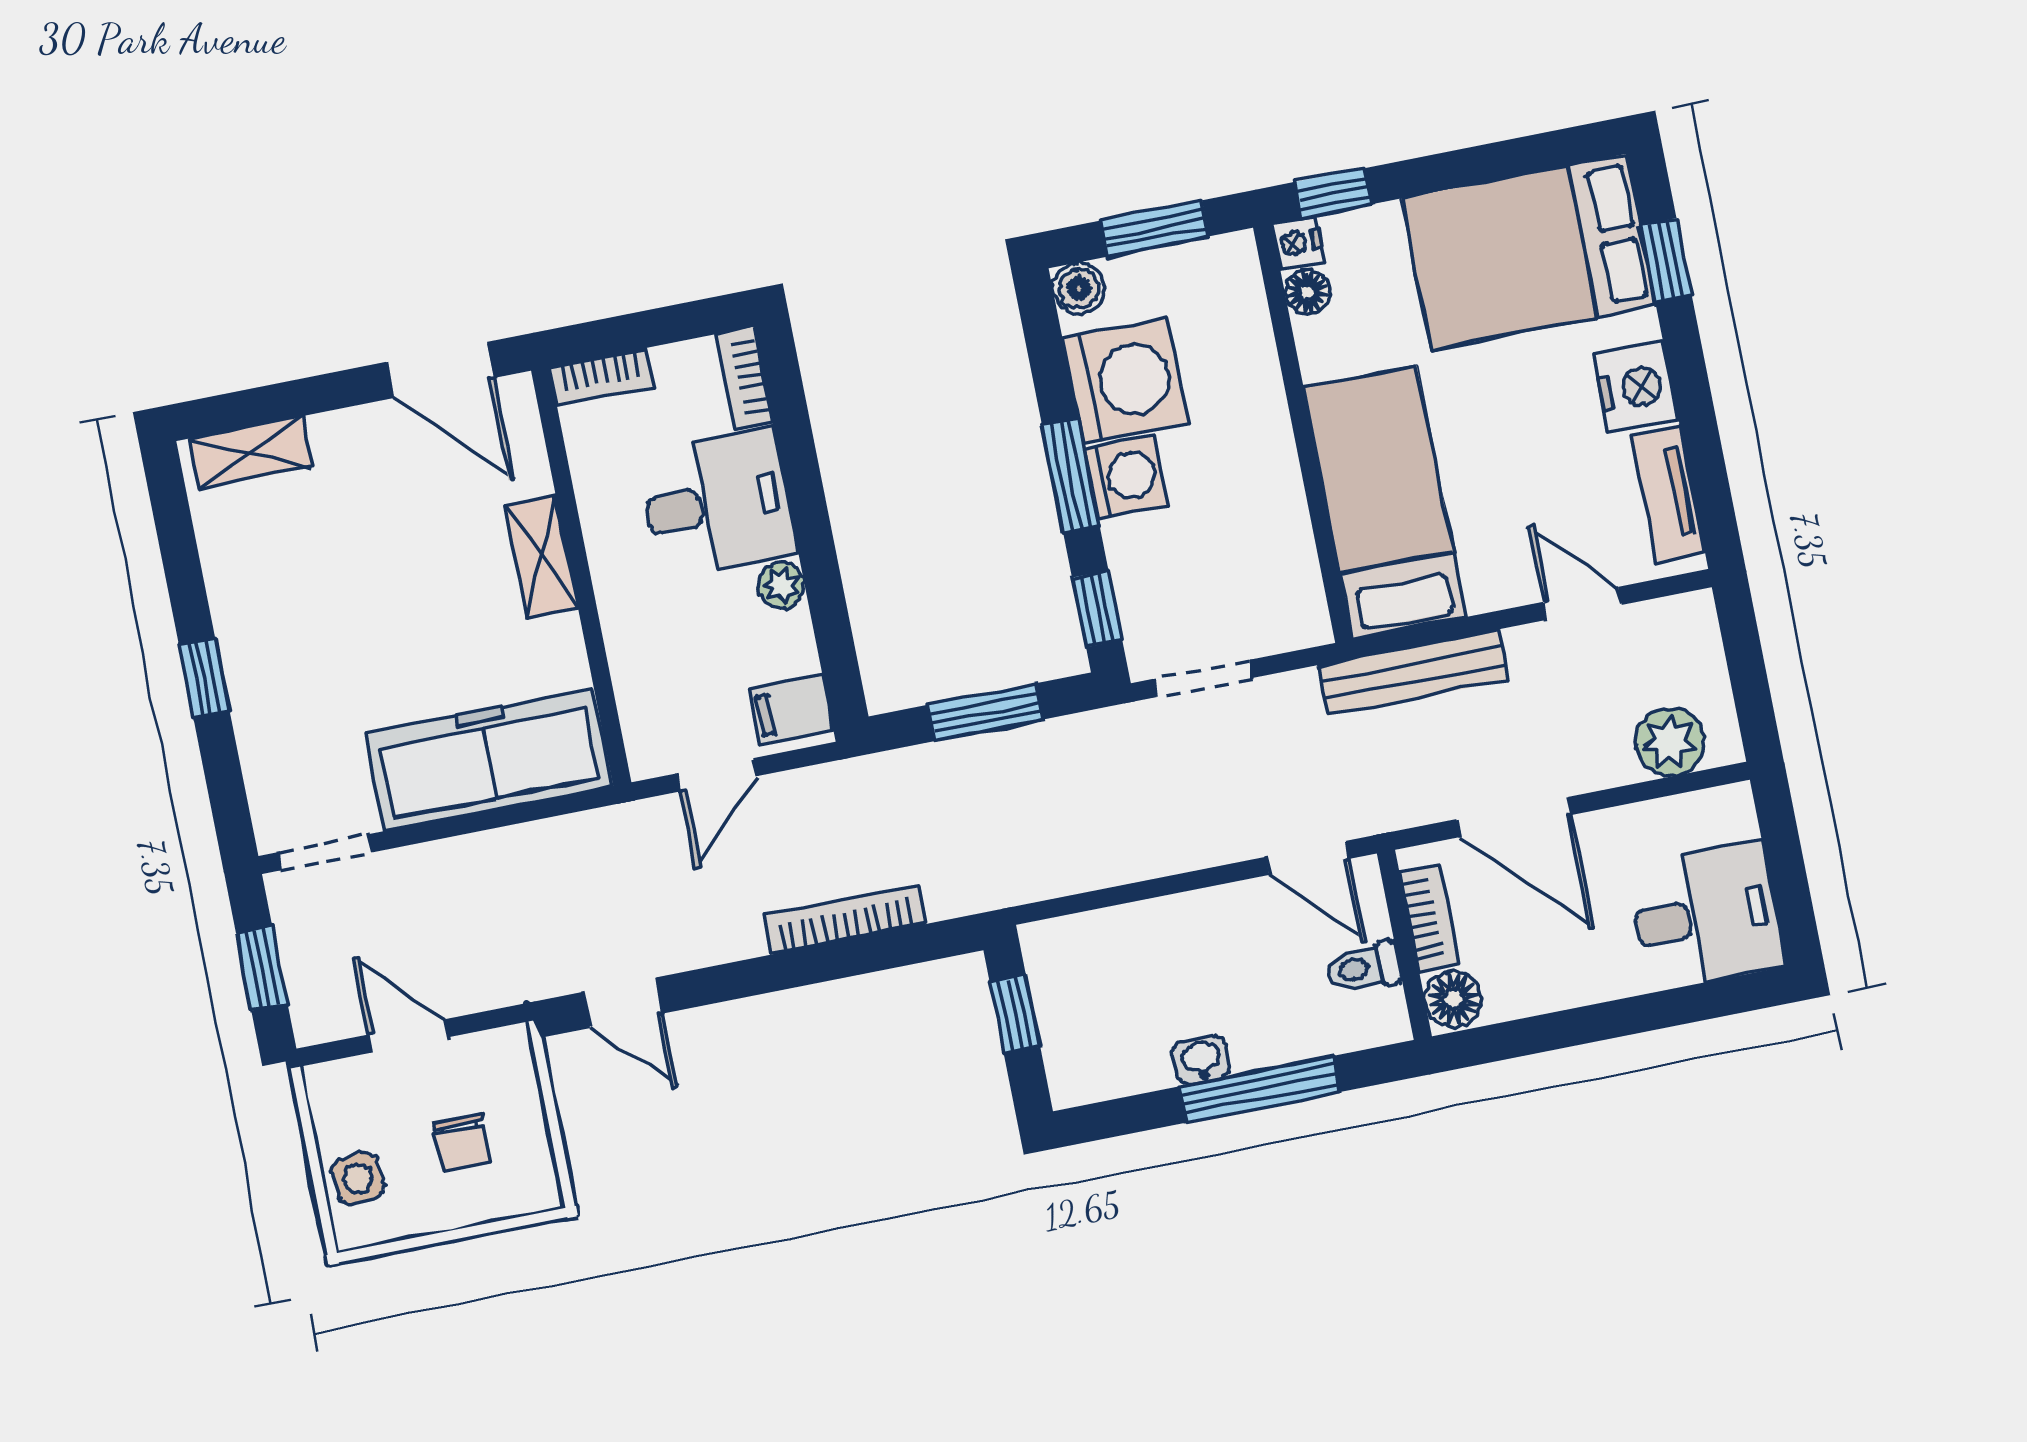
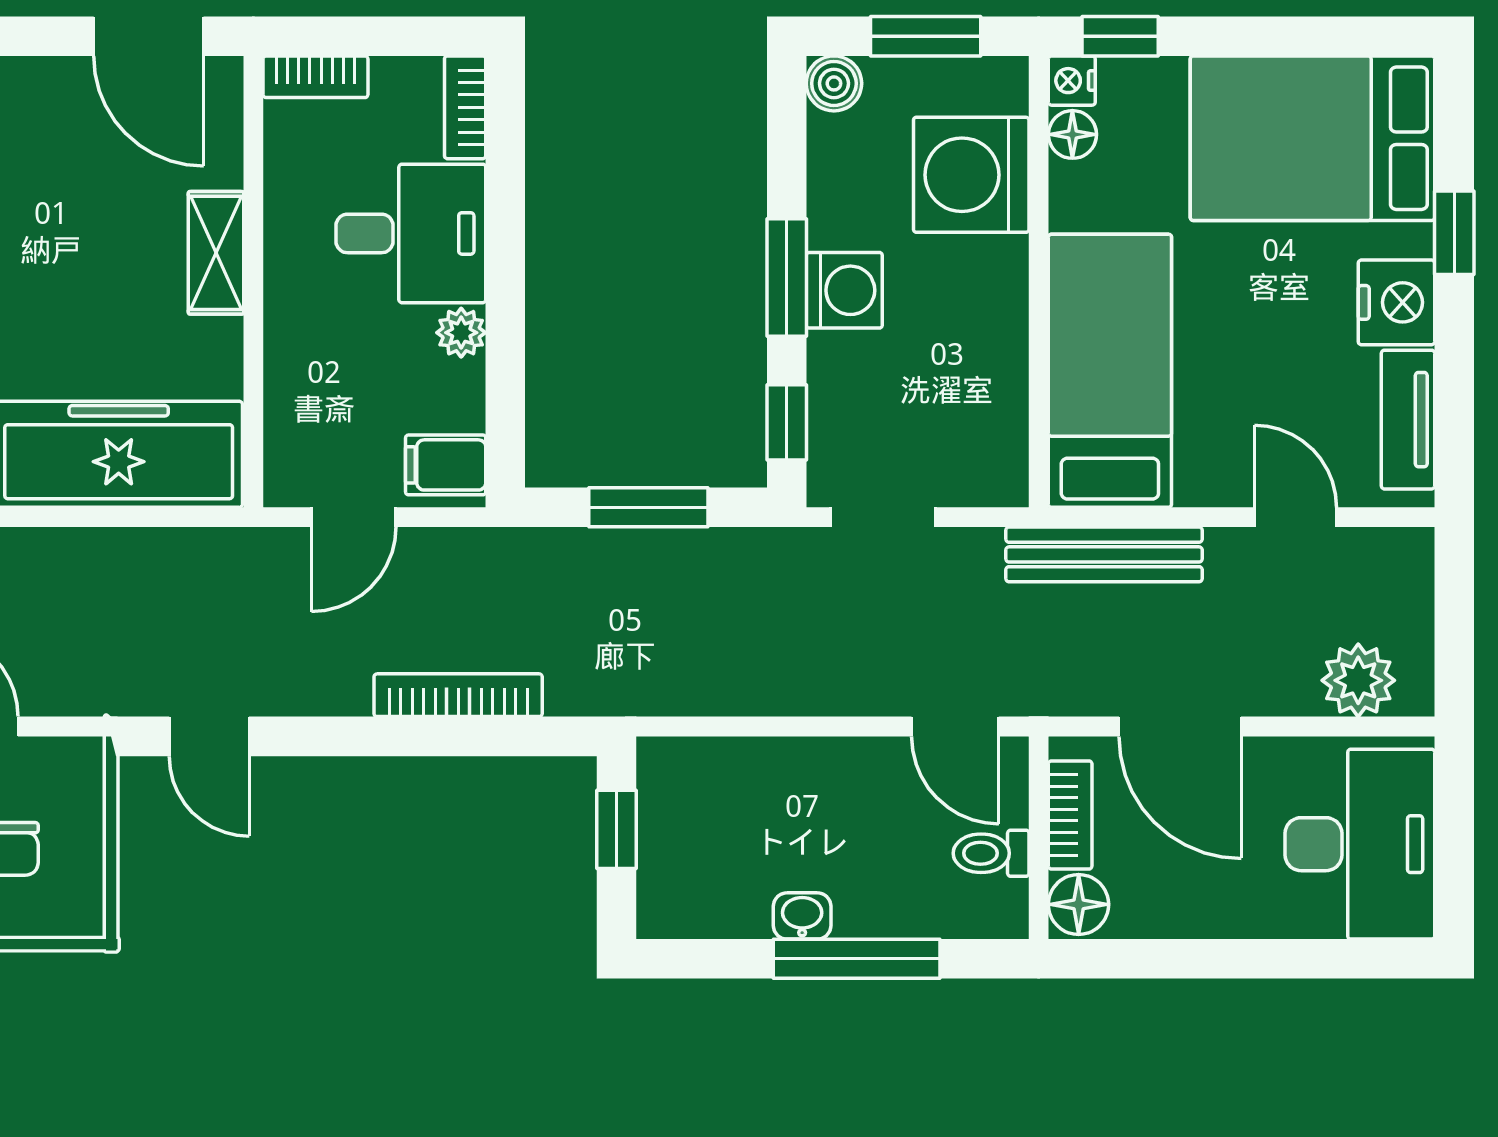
window: (1666, 260) -> (1454, 233), moved
washing machine: (1126, 381) -> (971, 175), moved, turned 180
desk: (1706, 916) -> (1360, 844), width x1.37

